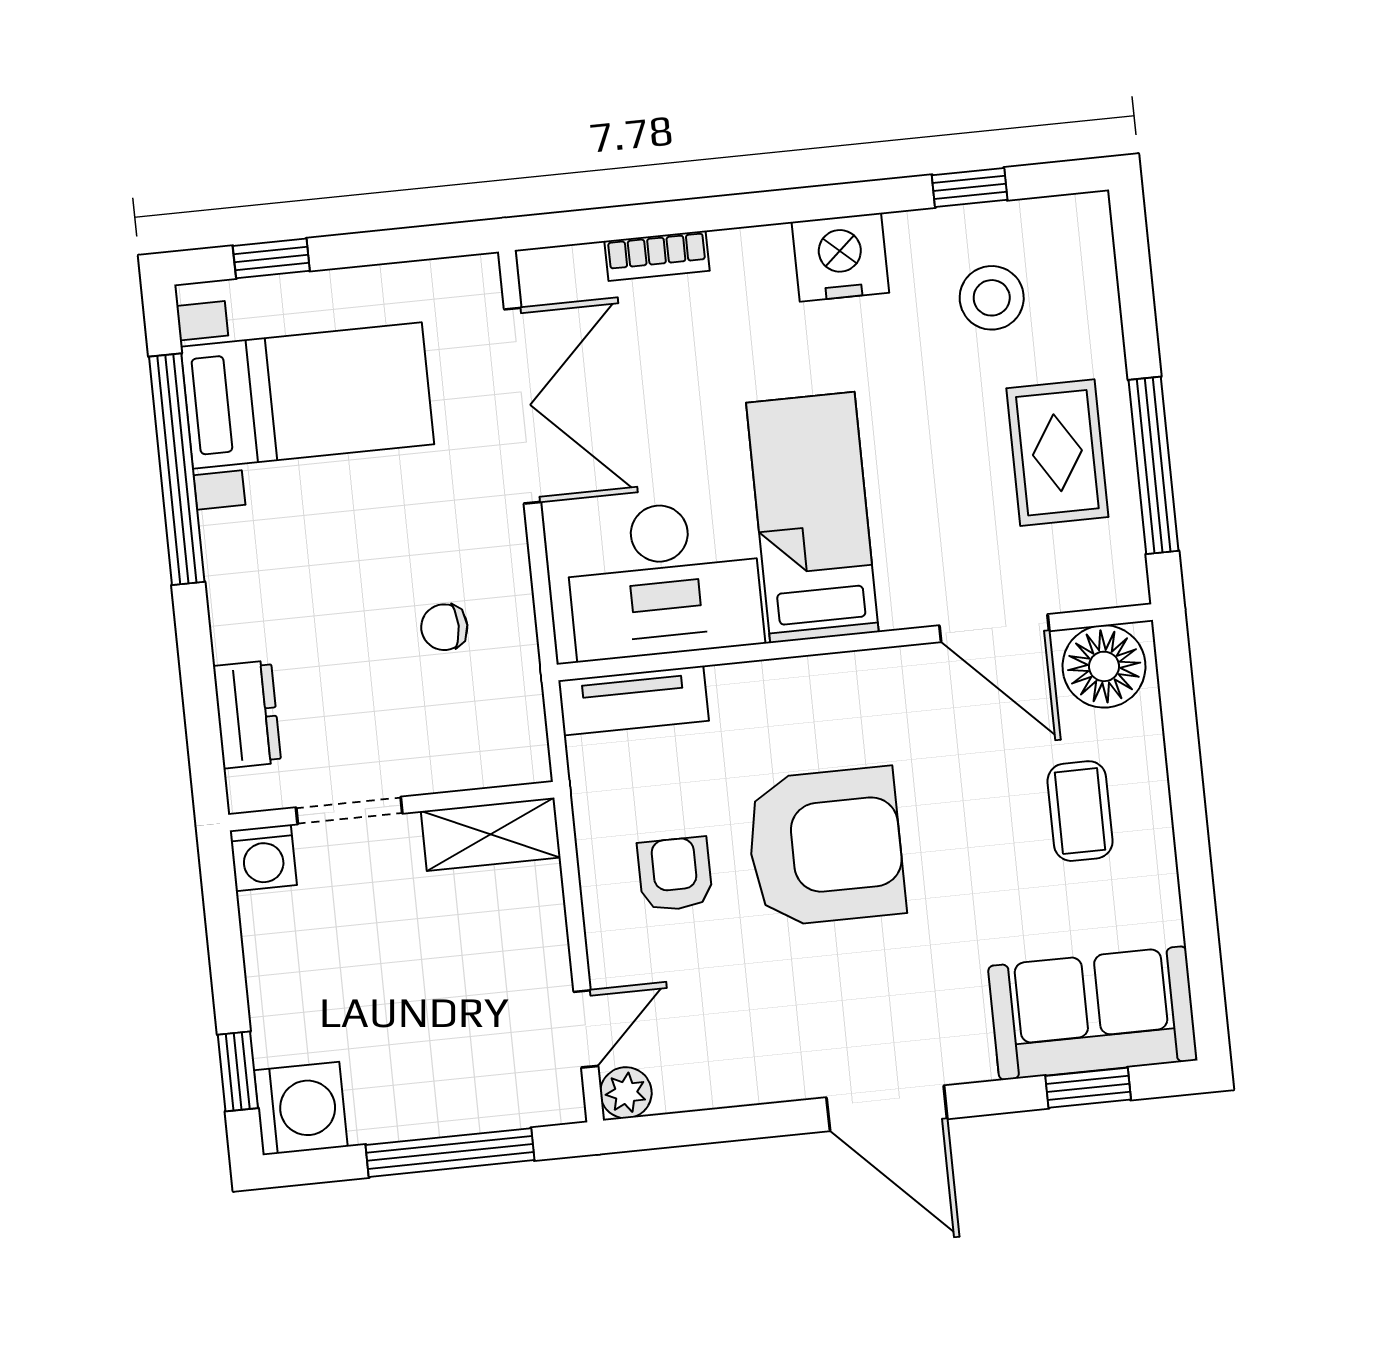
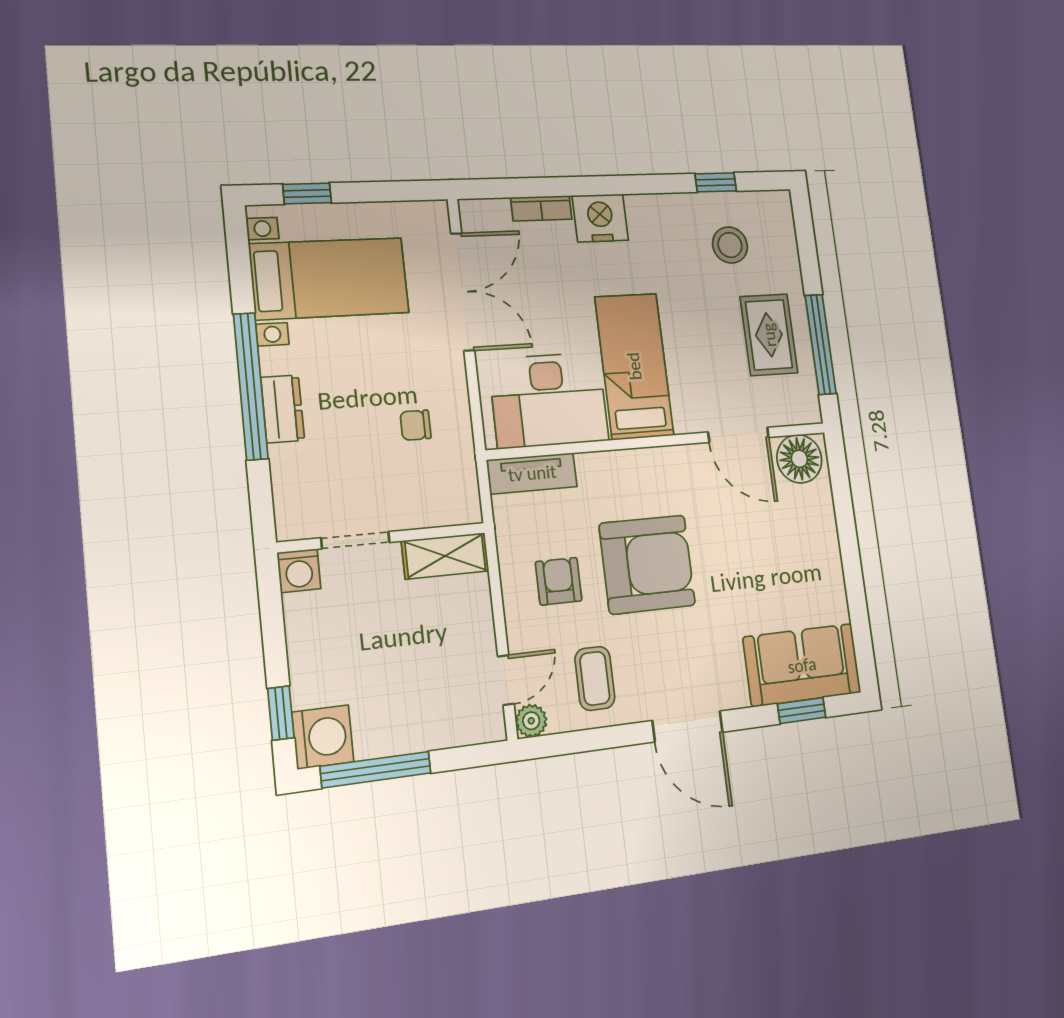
nightstand: (840, 257) -> (600, 218), moved
window: (177, 469) -> (251, 386), moved
dresser: (247, 714) -> (283, 409), moved
coffee table: (1080, 811) -> (595, 678), moved
window: (450, 1153) -> (376, 770), moved

